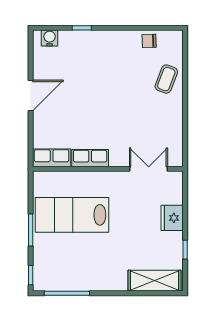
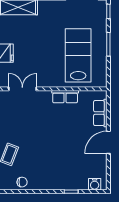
row of seats: (52, 158) -> (100, 113), moved, turned 90
double door: (149, 169) -> (22, 89), swing flipped
lab bench: (72, 215) -> (78, 55), turned -90

